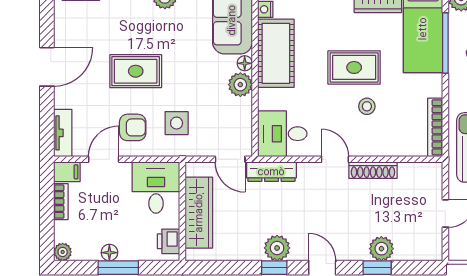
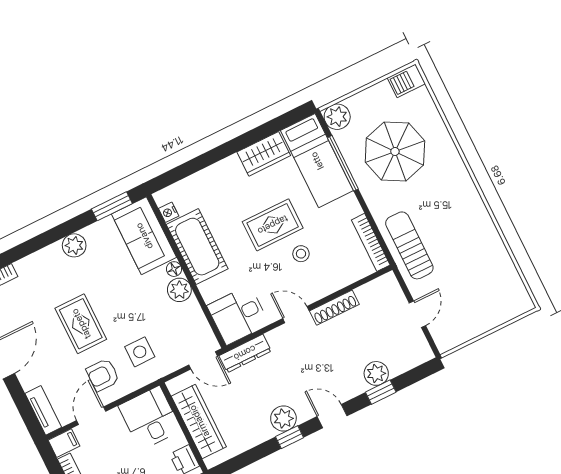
rug: (136, 71) -> (81, 324), turned 90
armchair: (133, 127) -> (103, 375), turned 180

